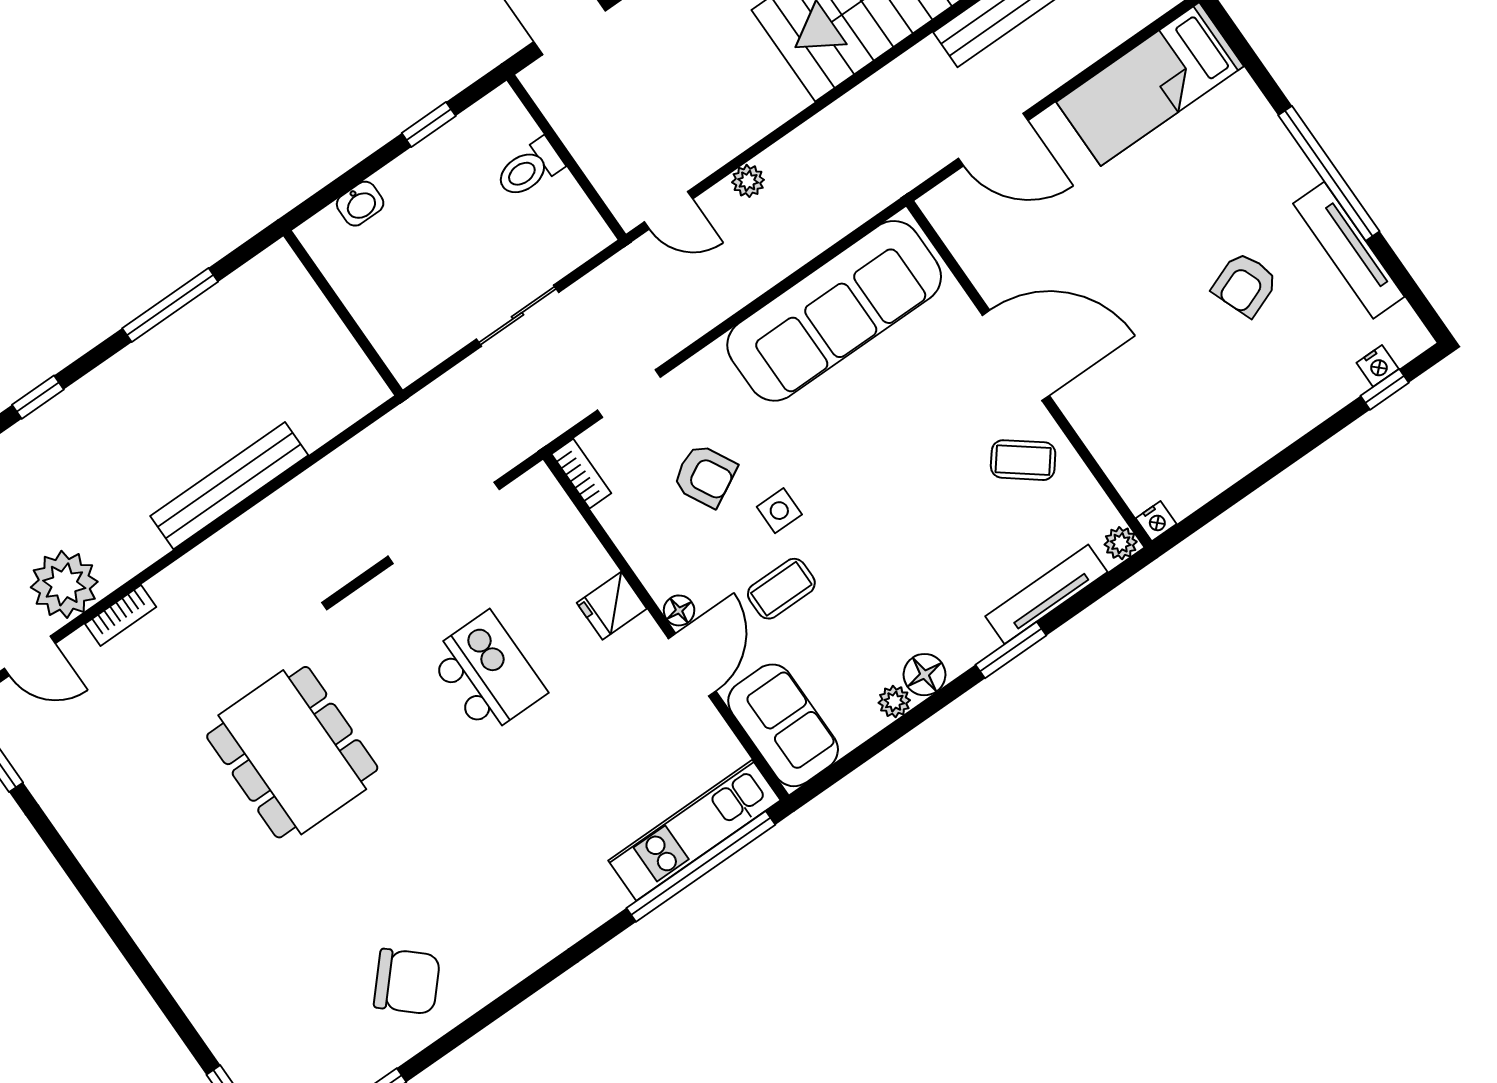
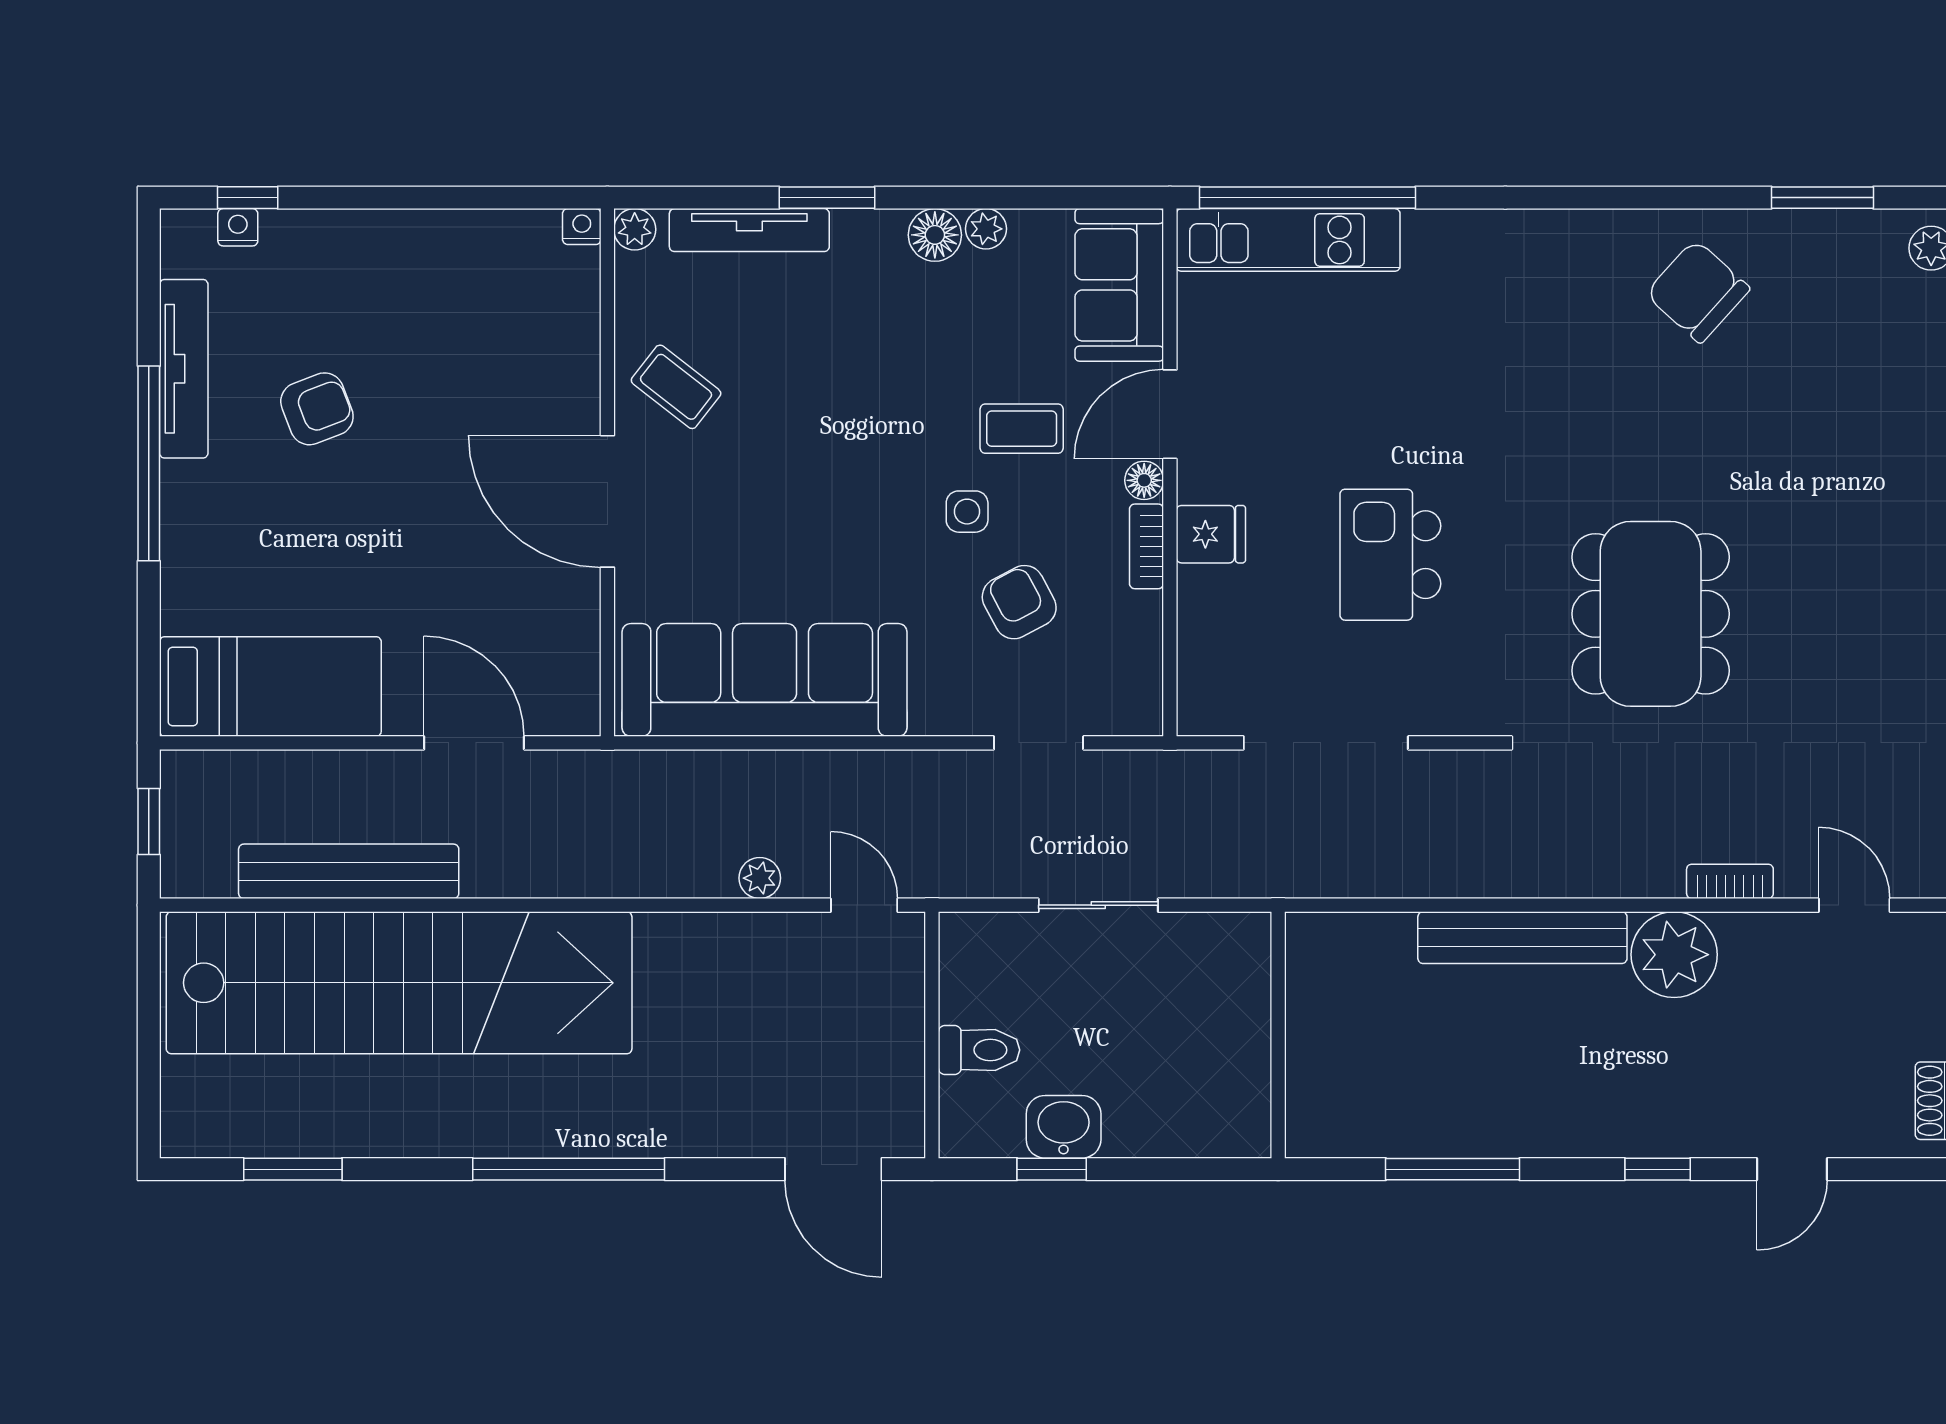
washbasin: (360, 204) -> (1064, 1127), moved, width x1.38, depth x1.45
bookcase: (581, 474) -> (1146, 546), moved
plant: (64, 584) -> (1674, 955), moved

